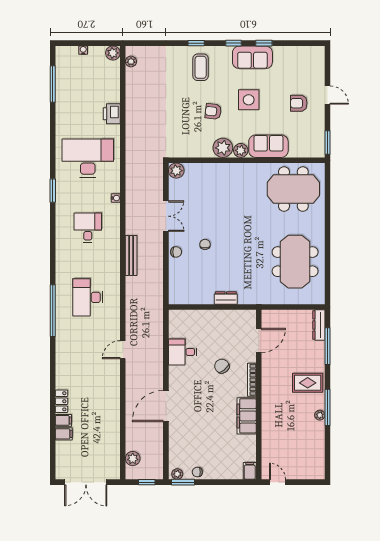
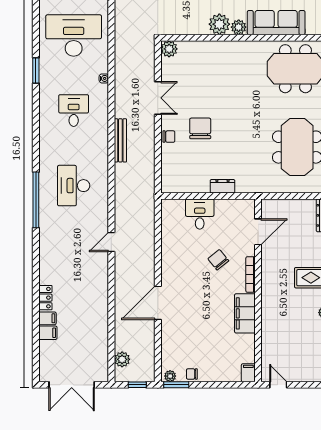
sofa: (268, 146) -> (276, 23), width x1.36
chair: (205, 244) -> (200, 128), width x1.87, depth x1.87
desk: (183, 352) -> (200, 214), moved, turned 90

